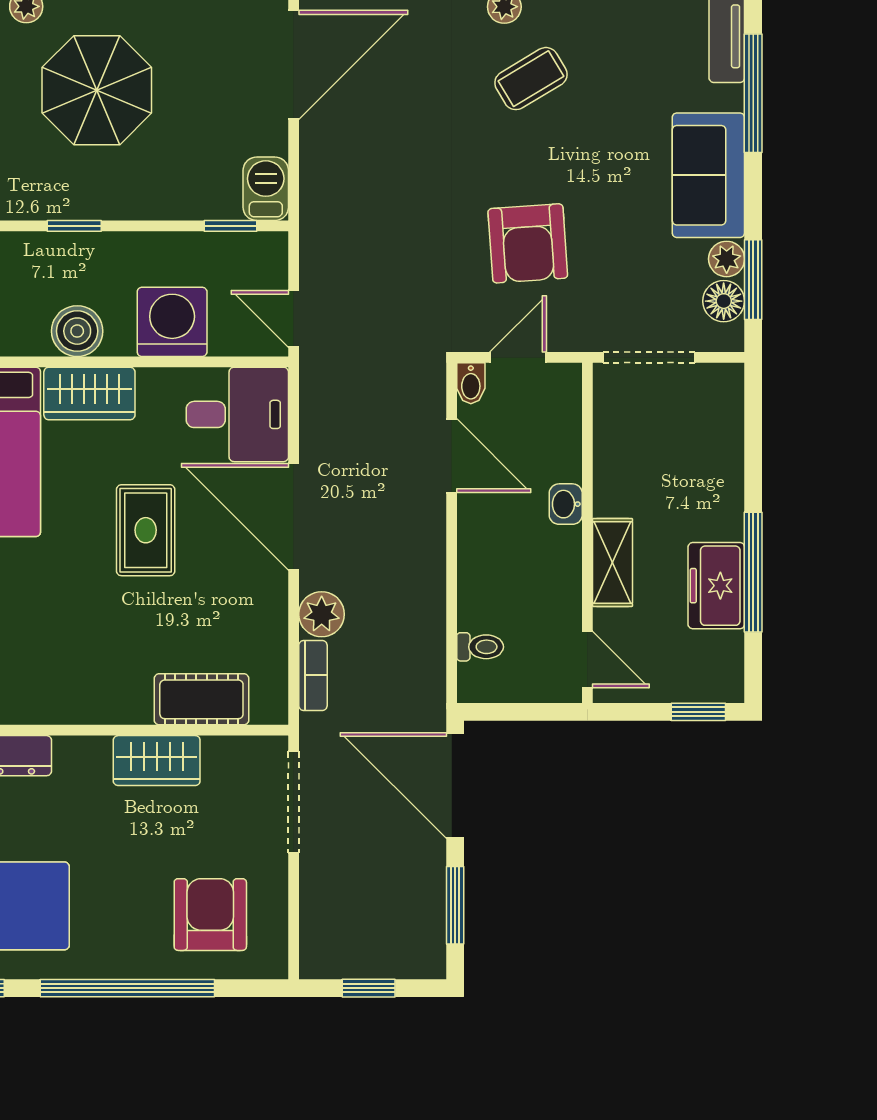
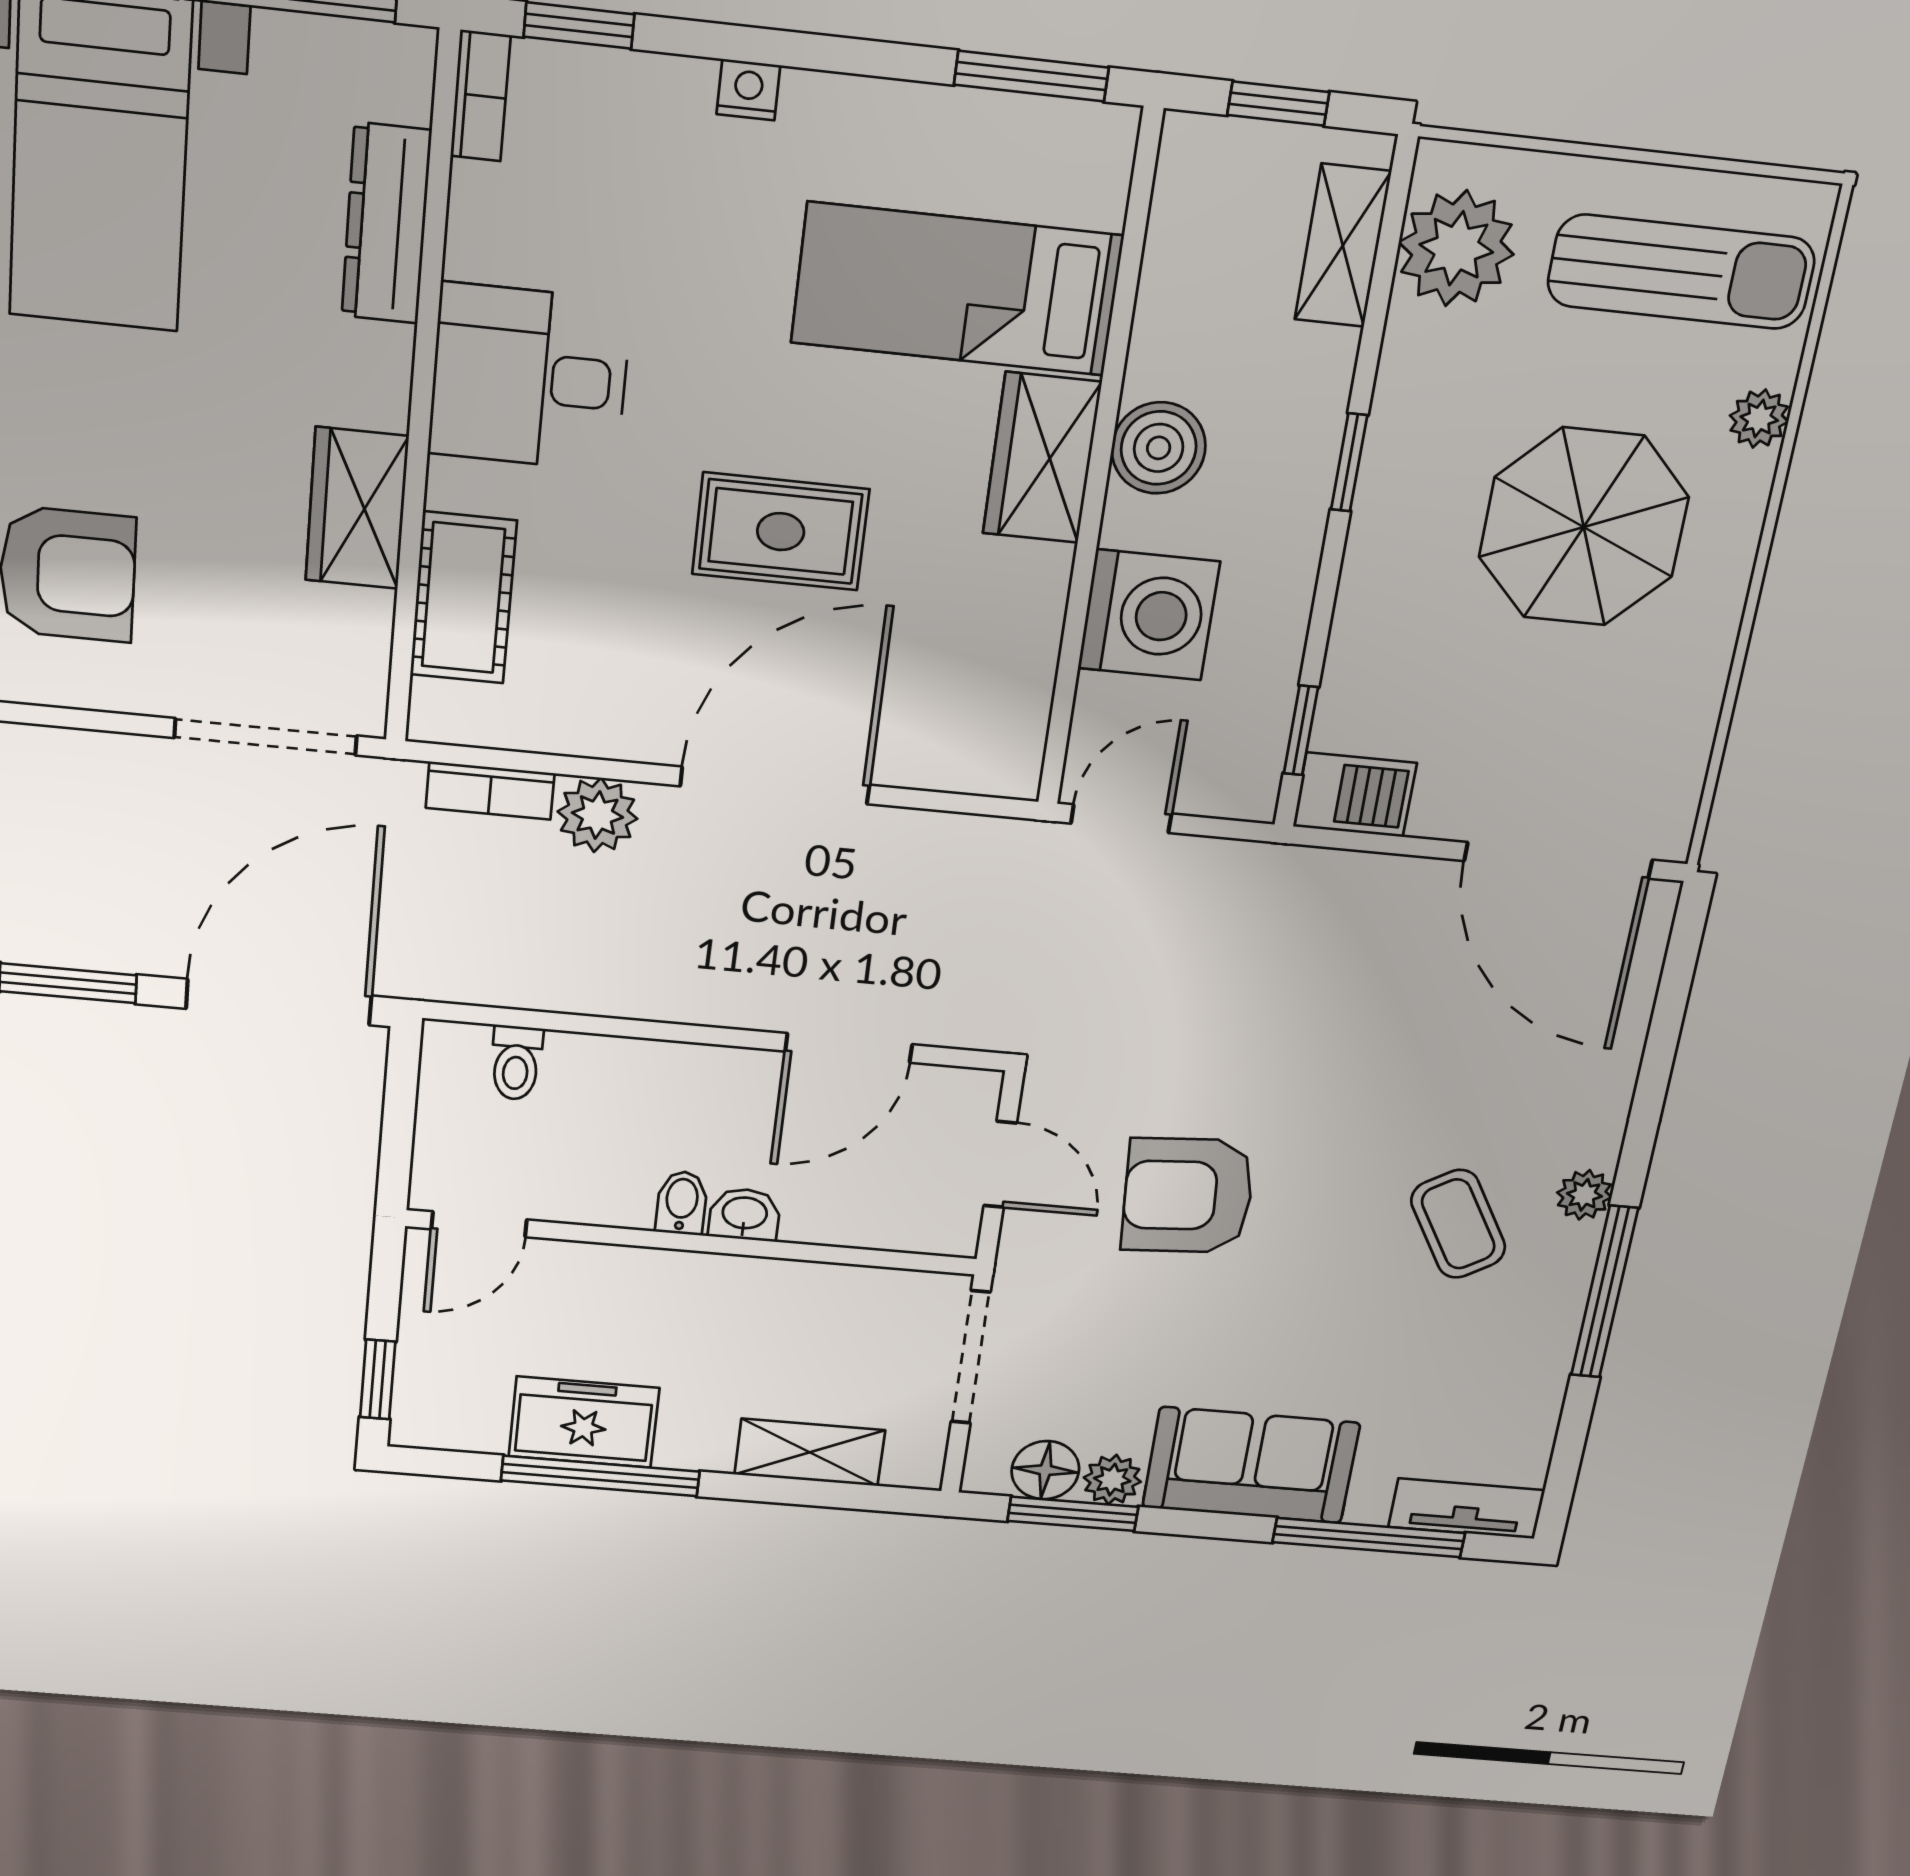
bidet: (471, 383) -> (682, 1203), moved, turned 90
desk: (237, 414) -> (529, 377), moved, turned 90
shelving: (613, 562) -> (810, 1452), moved

